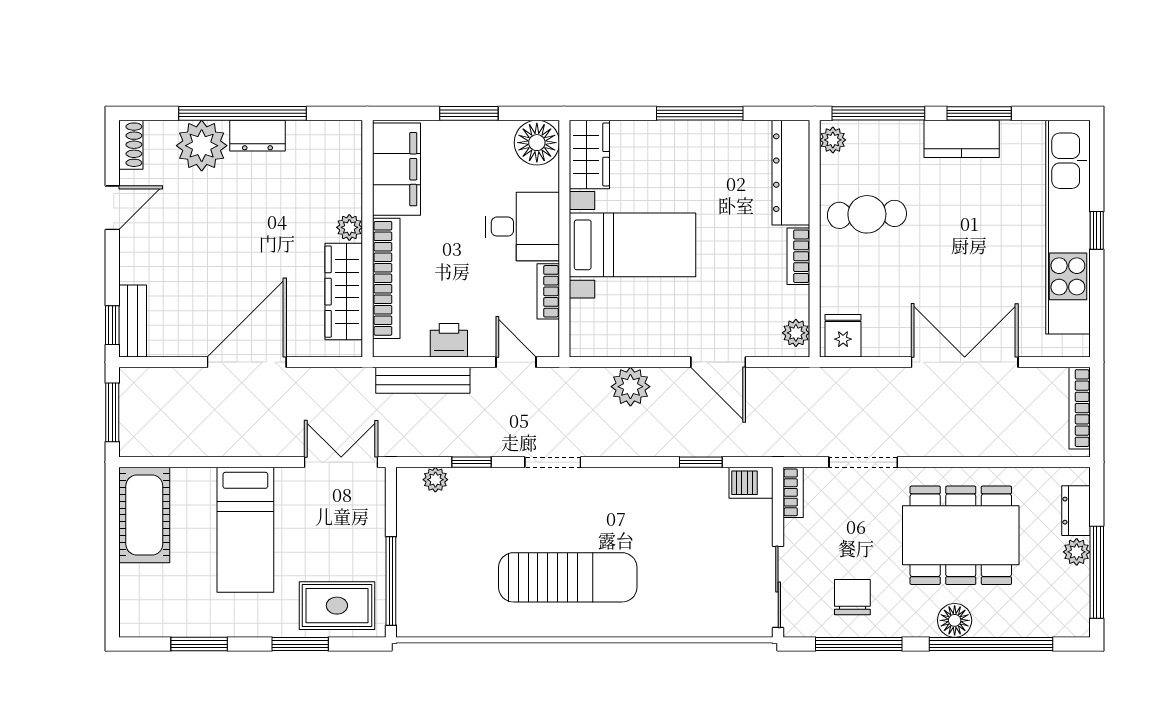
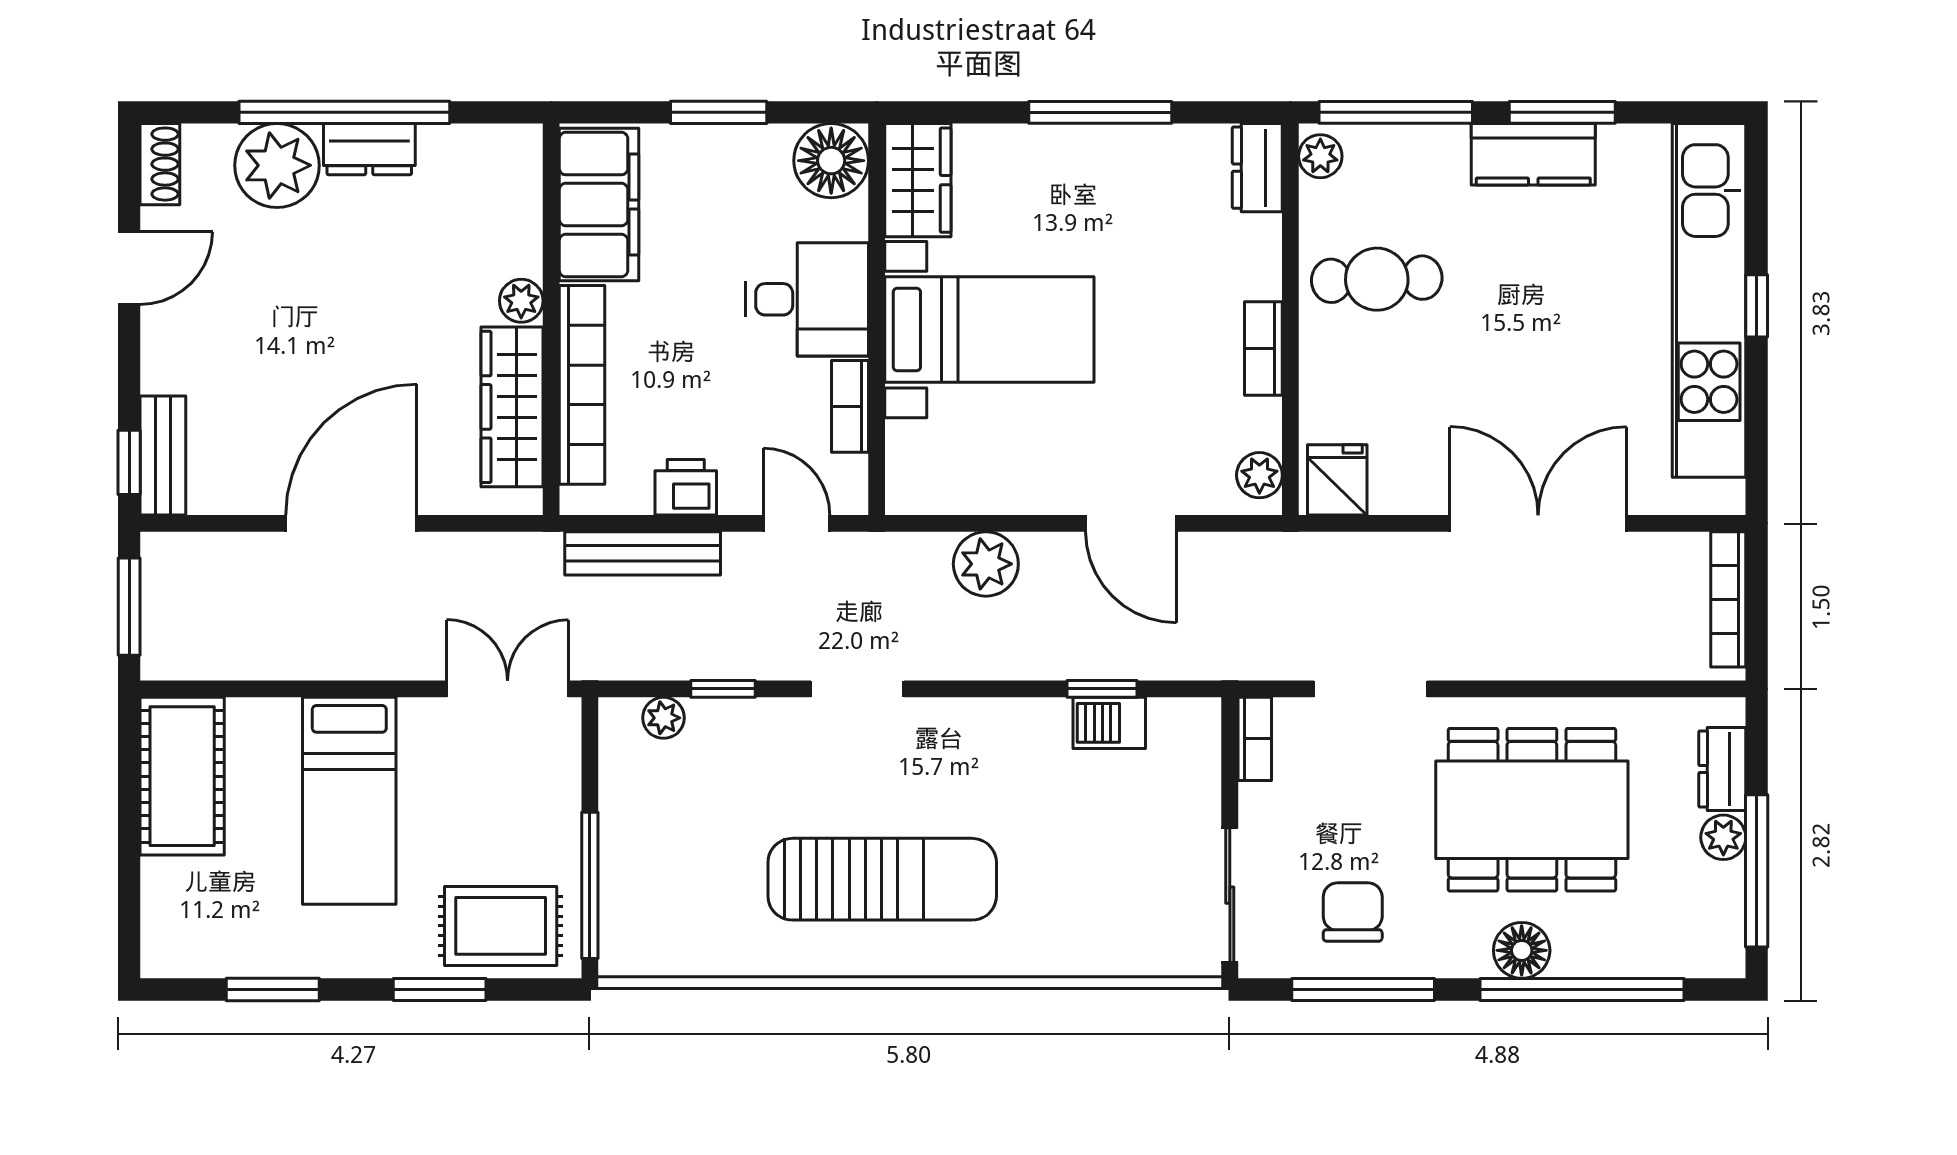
dresser: (791, 173) -> (1257, 168), width x0.51, depth x0.80
barbecue: (751, 483) -> (1109, 723), moved

